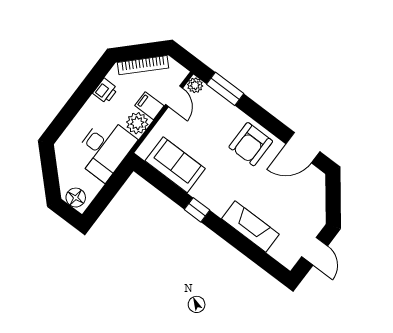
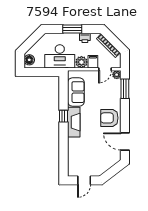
window: (78, 100) -> (72, 29), added
fireplace: (250, 227) -> (74, 122), moved

